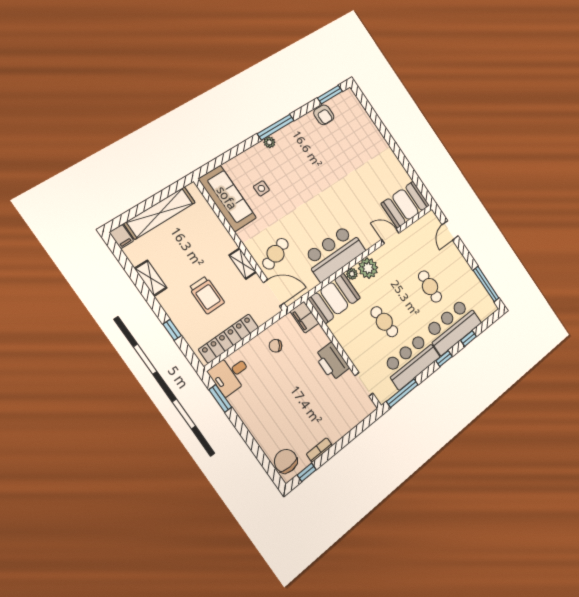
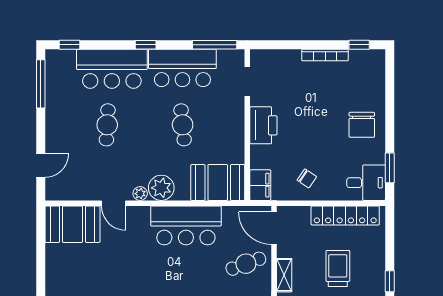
plant: (352, 274) -> (140, 194), moved
window: (172, 330) -> (390, 281), moved
window: (468, 338) -> (70, 45), moved
bookcase: (319, 450) -> (325, 55), width x1.56
chair: (286, 461) -> (362, 125), moved

